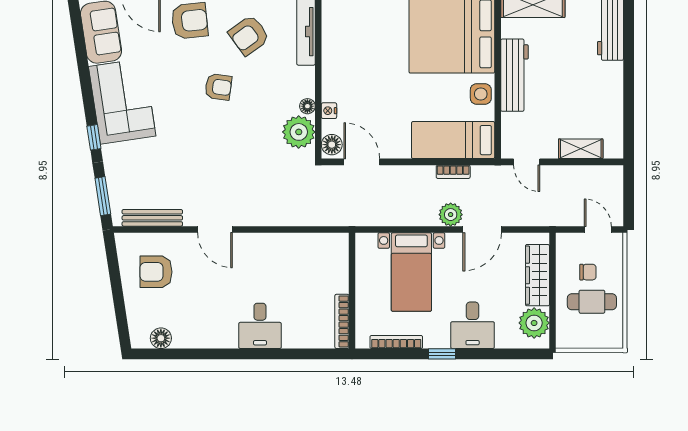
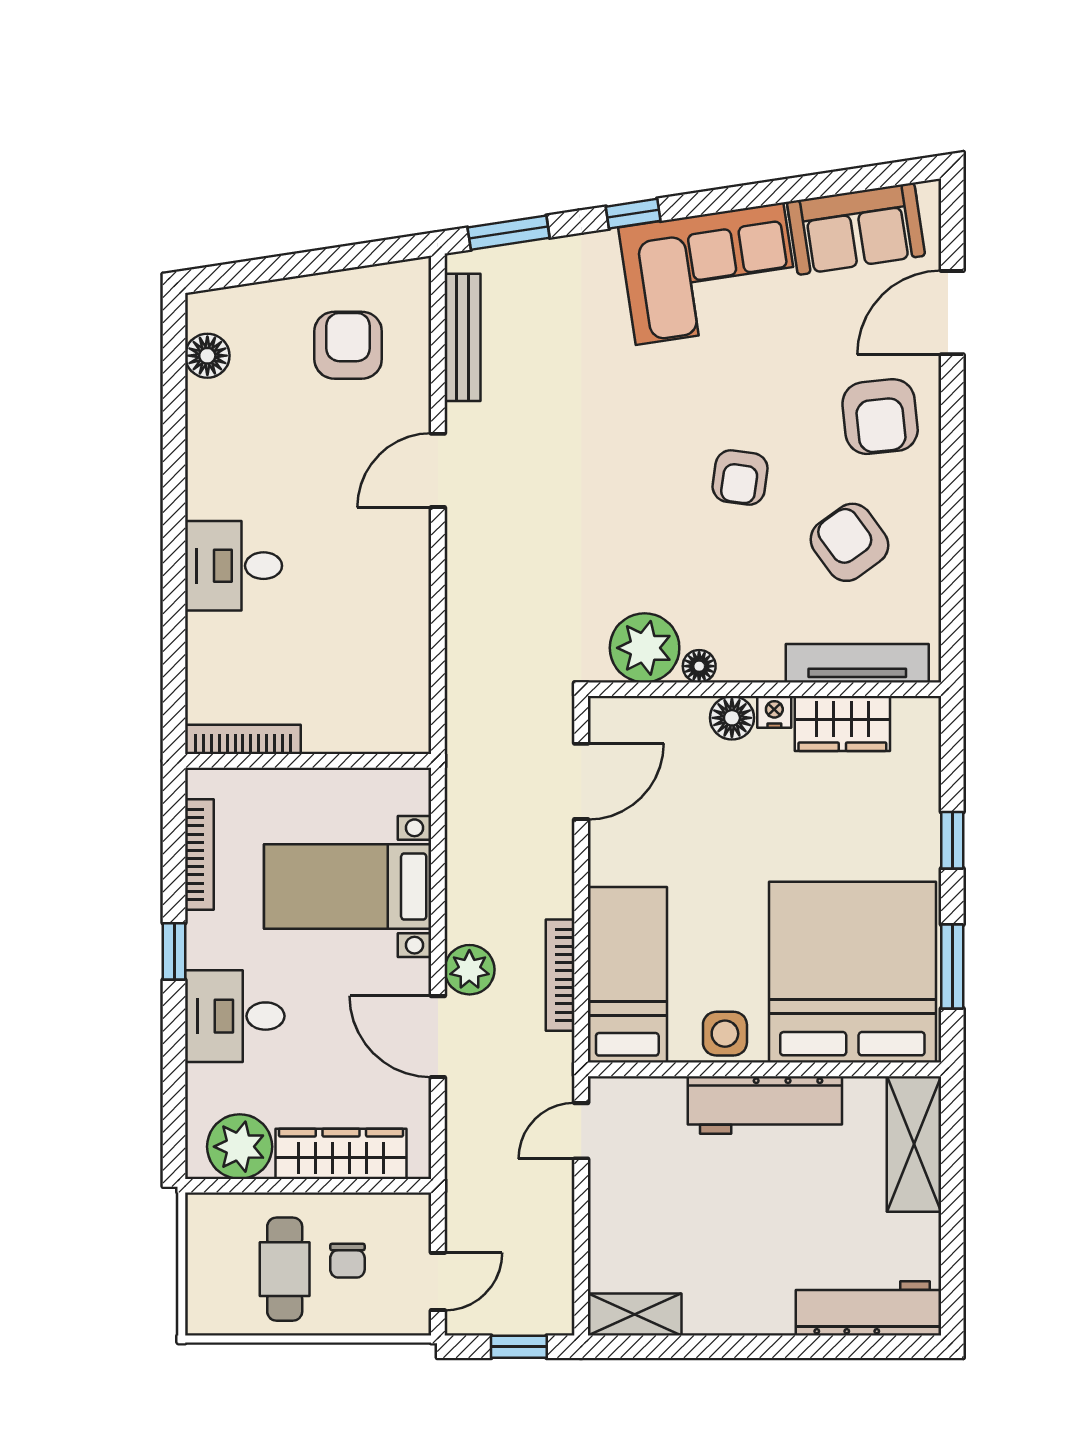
wardrobe: (334, 39) -> (842, 724), added
nightstand: (329, 111) -> (774, 712), moved
floor lamp: (332, 145) -> (732, 718), moved
shelving: (581, 149) -> (635, 1315), moved, turned 90
bookcase: (453, 172) -> (560, 975), width x1.56
window: (629, 191) -> (519, 1347), added

